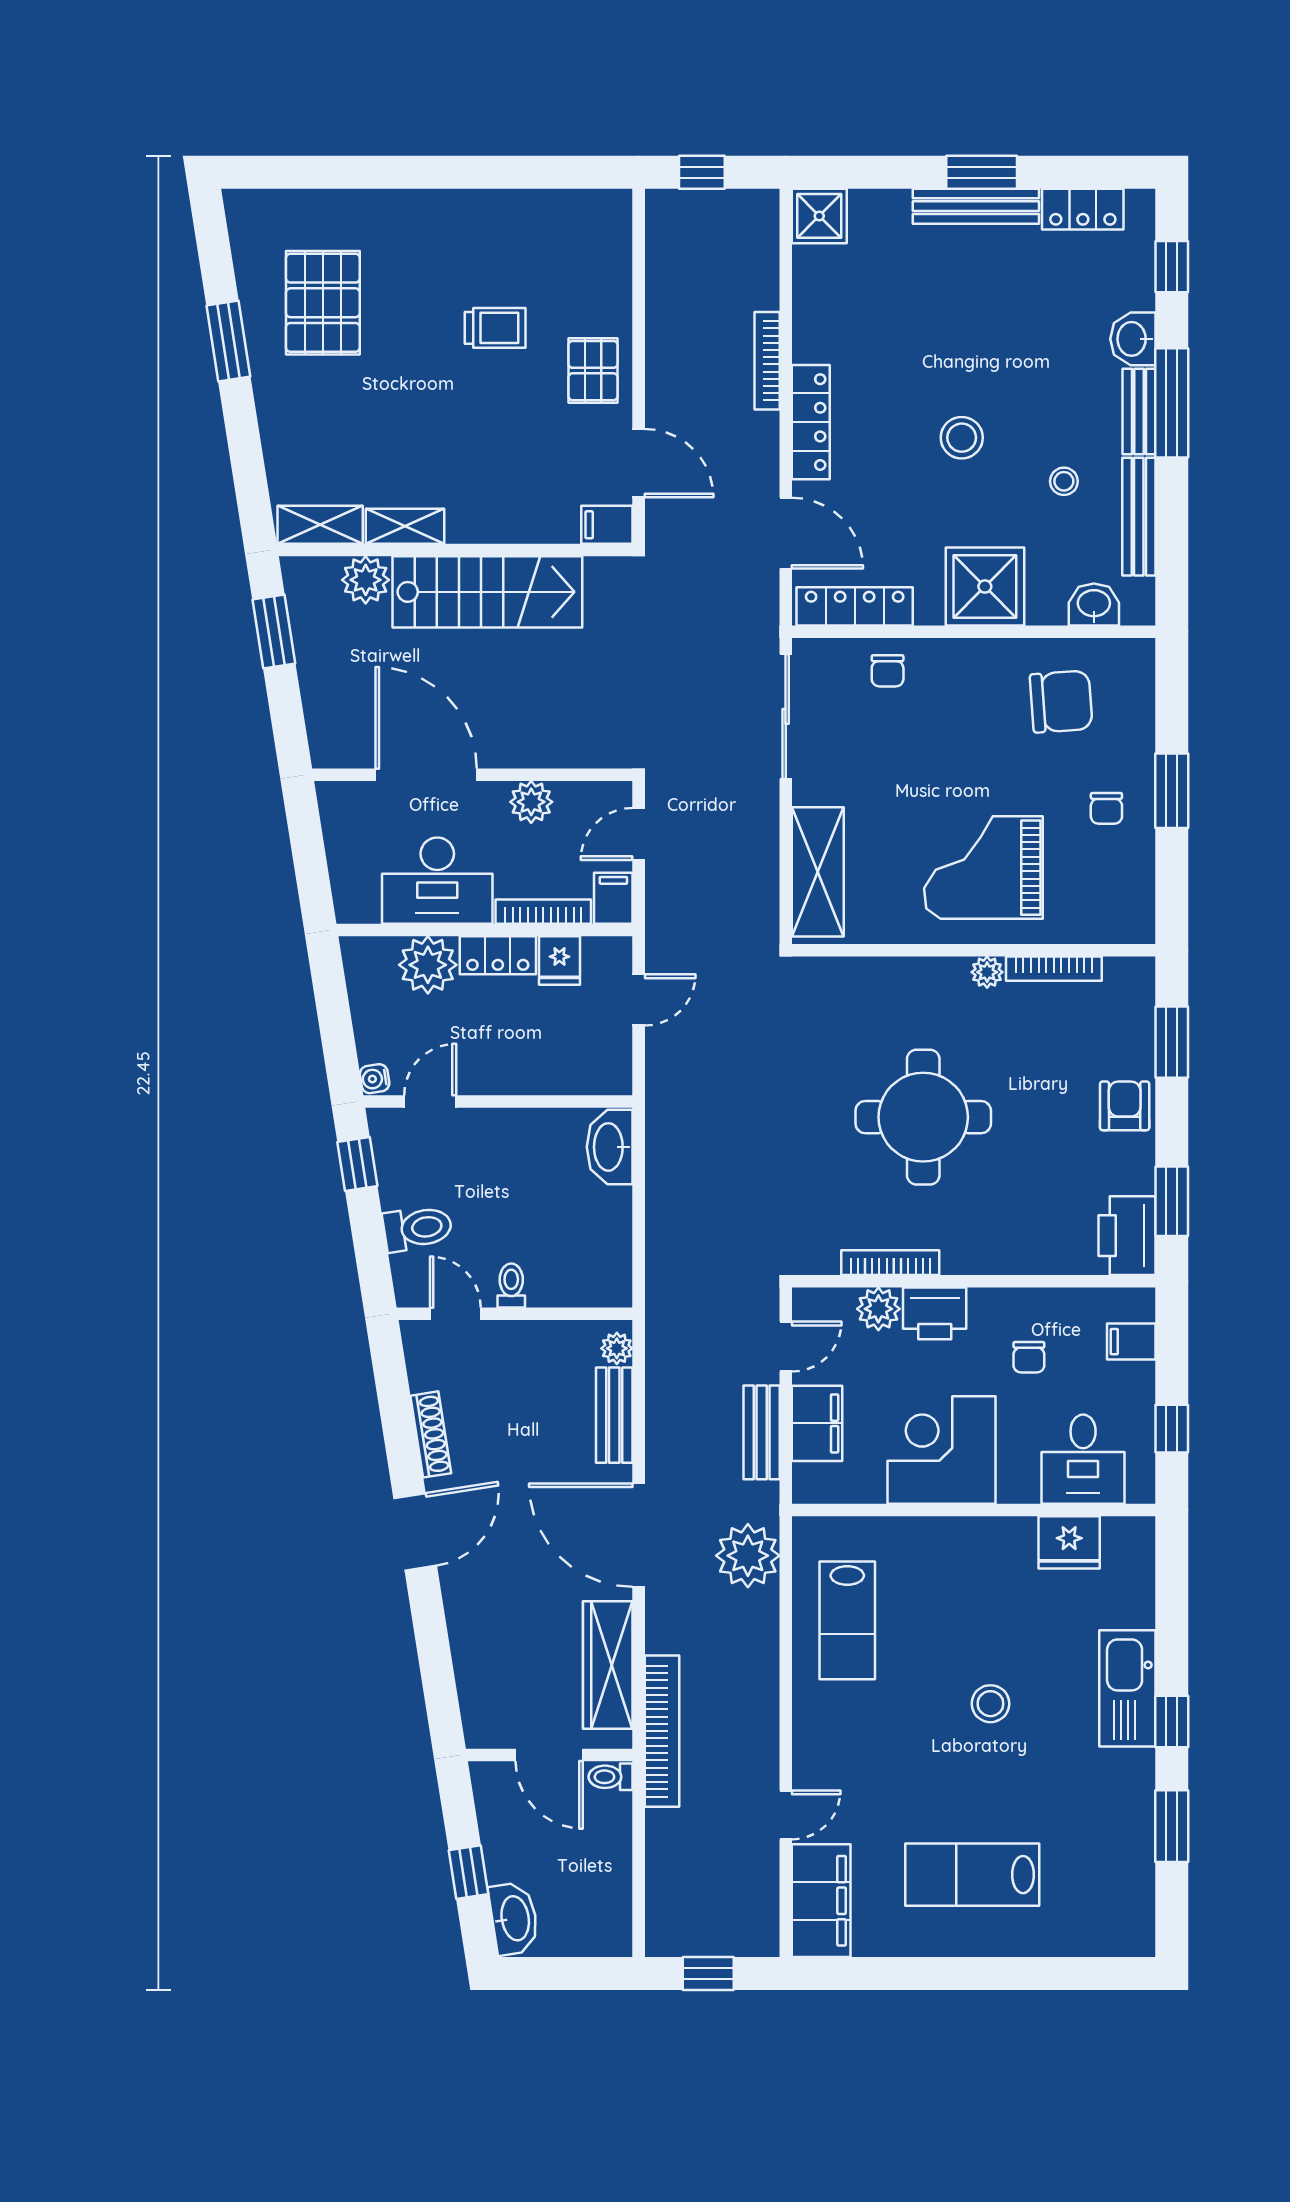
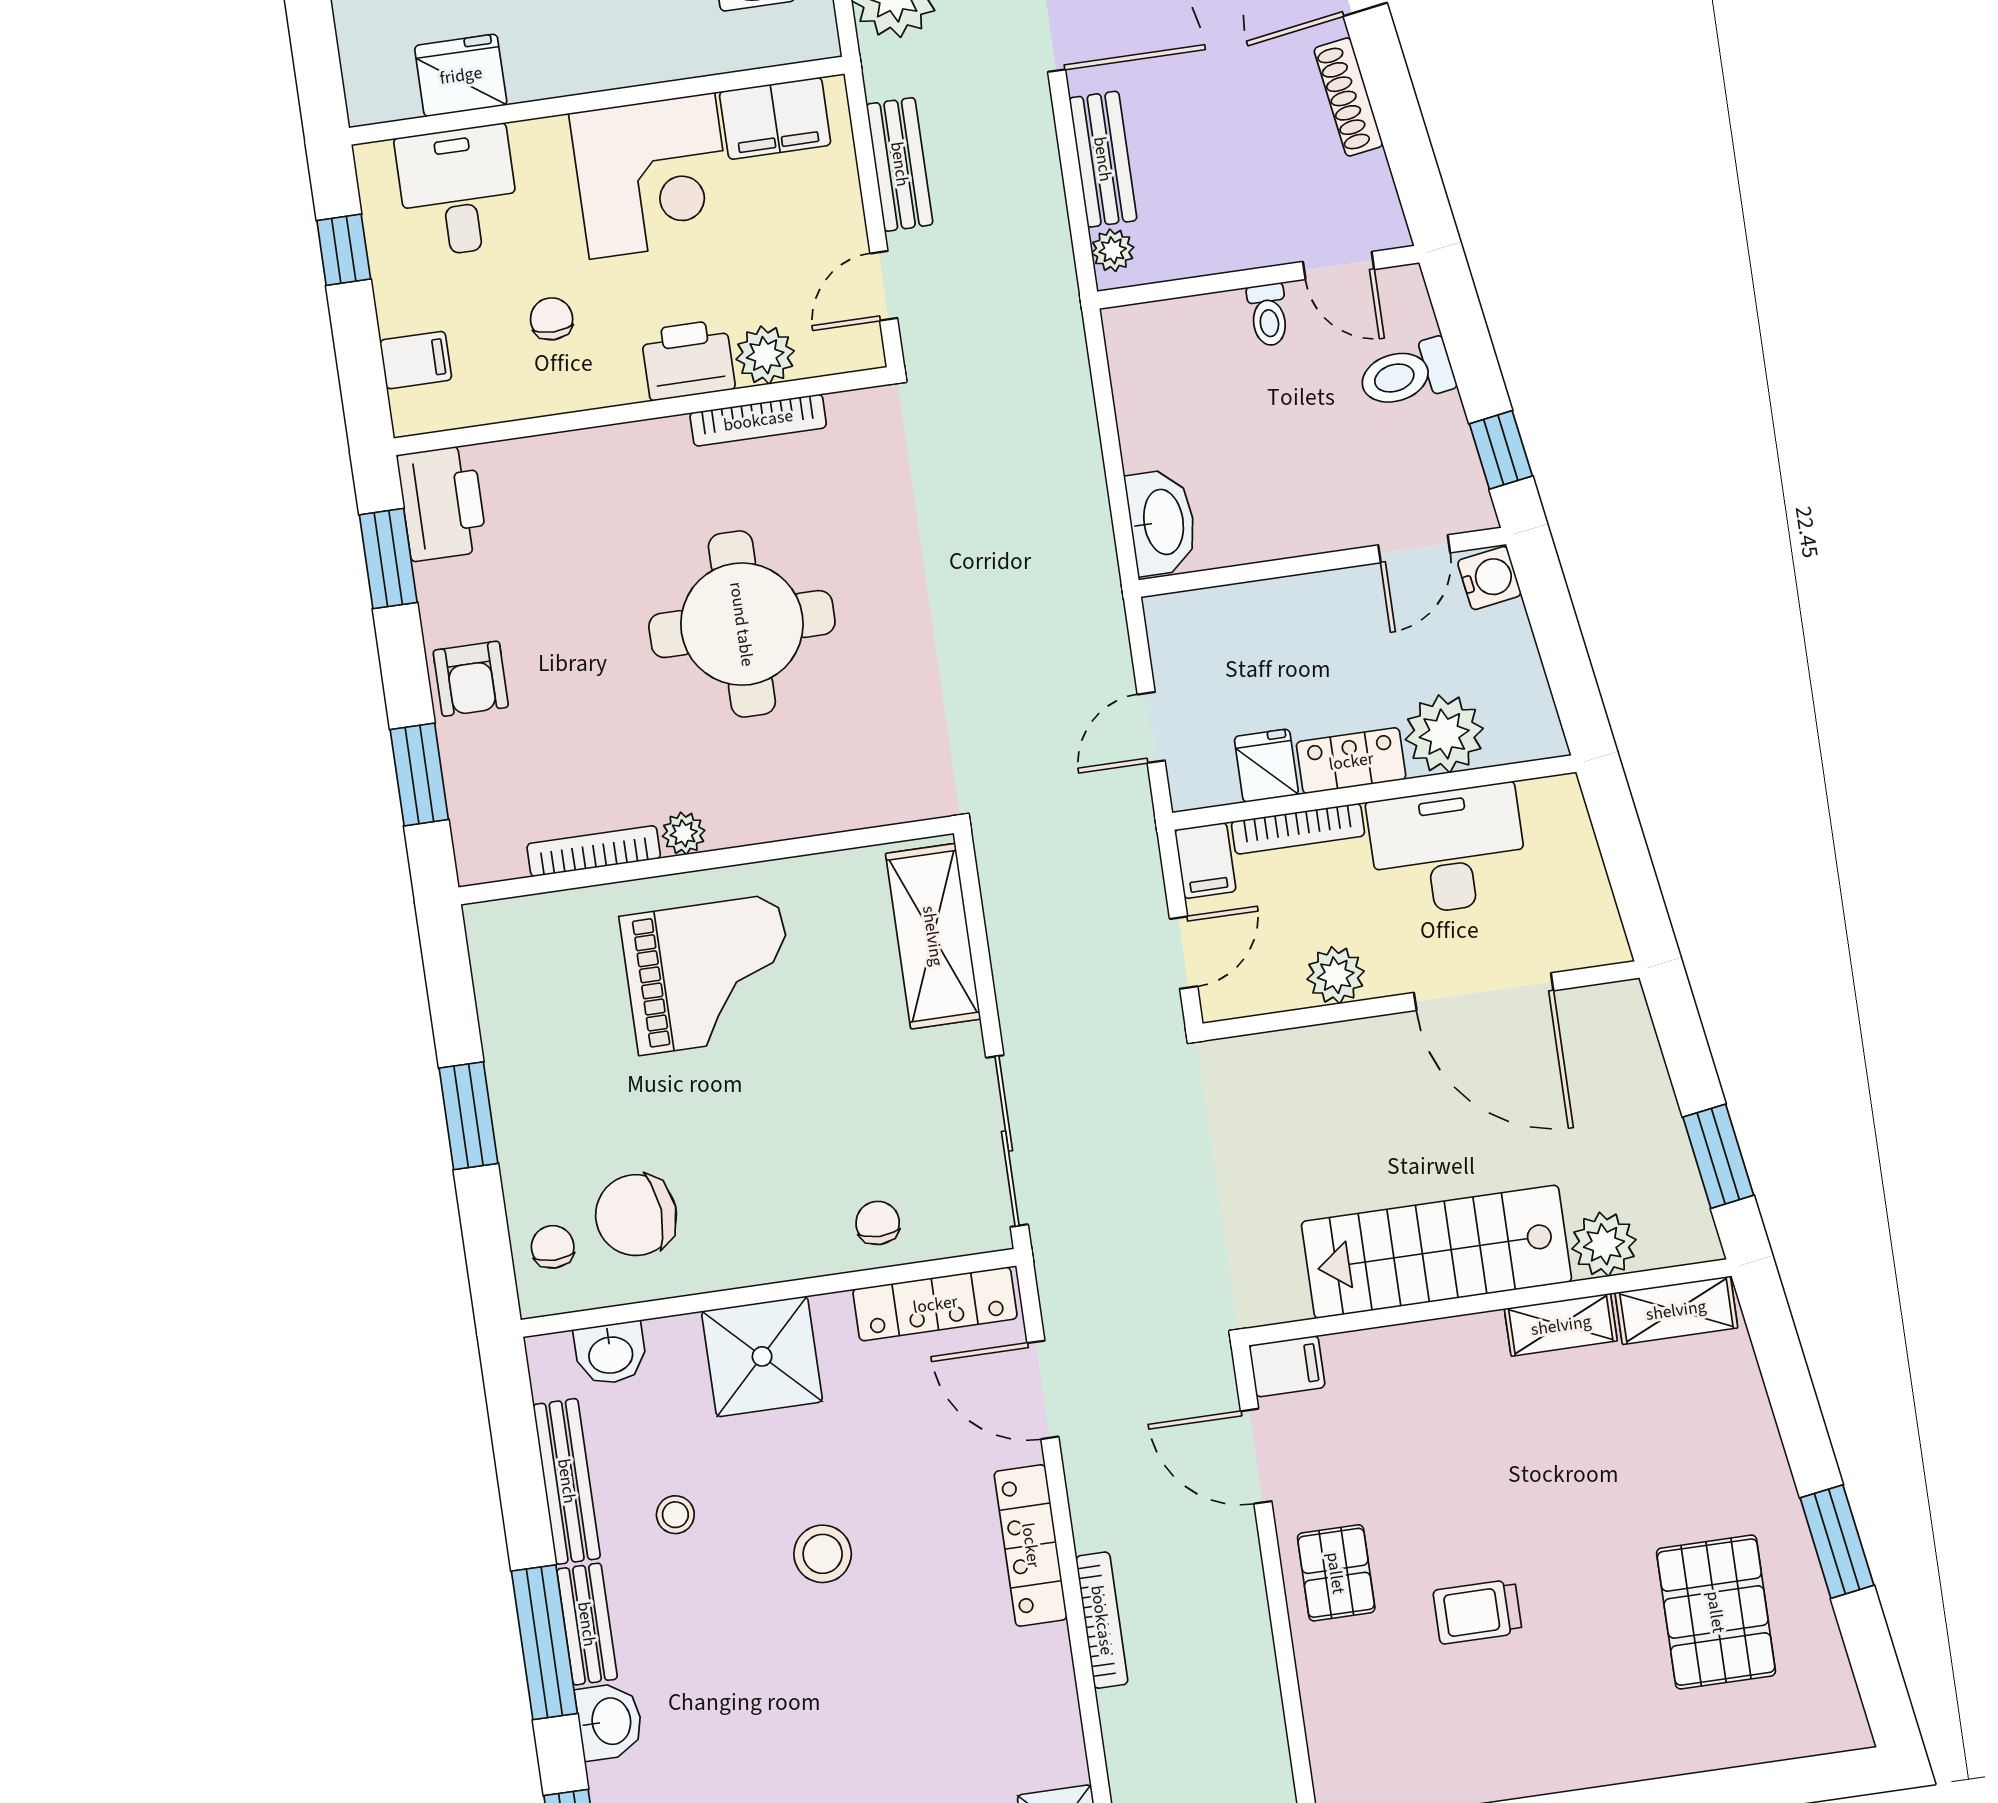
chair: (1106, 808) -> (553, 1247), moved
water cooler: (375, 1079) -> (1489, 578), width x1.38, depth x1.38
filing cabinet: (817, 1423) -> (775, 118), moved, turned -90

